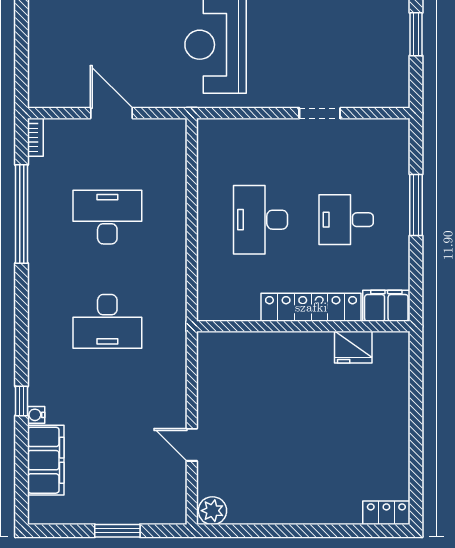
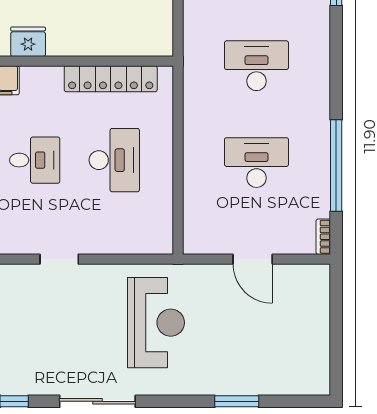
desk: (107, 217) -> (256, 163), turned 180
locker: (311, 307) -> (111, 79), moved

